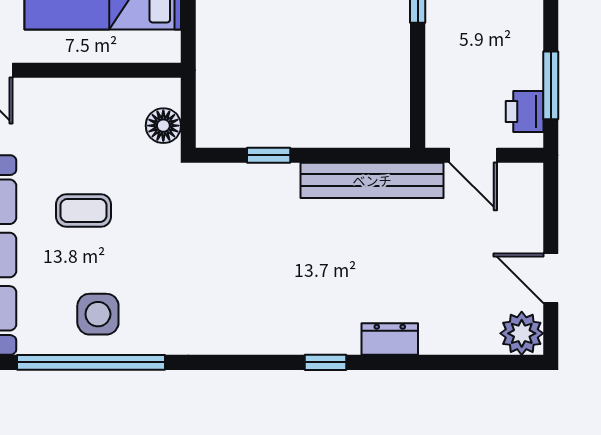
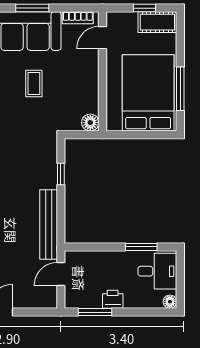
printer: (525, 112) -> (113, 299), moved
floor lamp: (163, 126) -> (90, 123), moved

